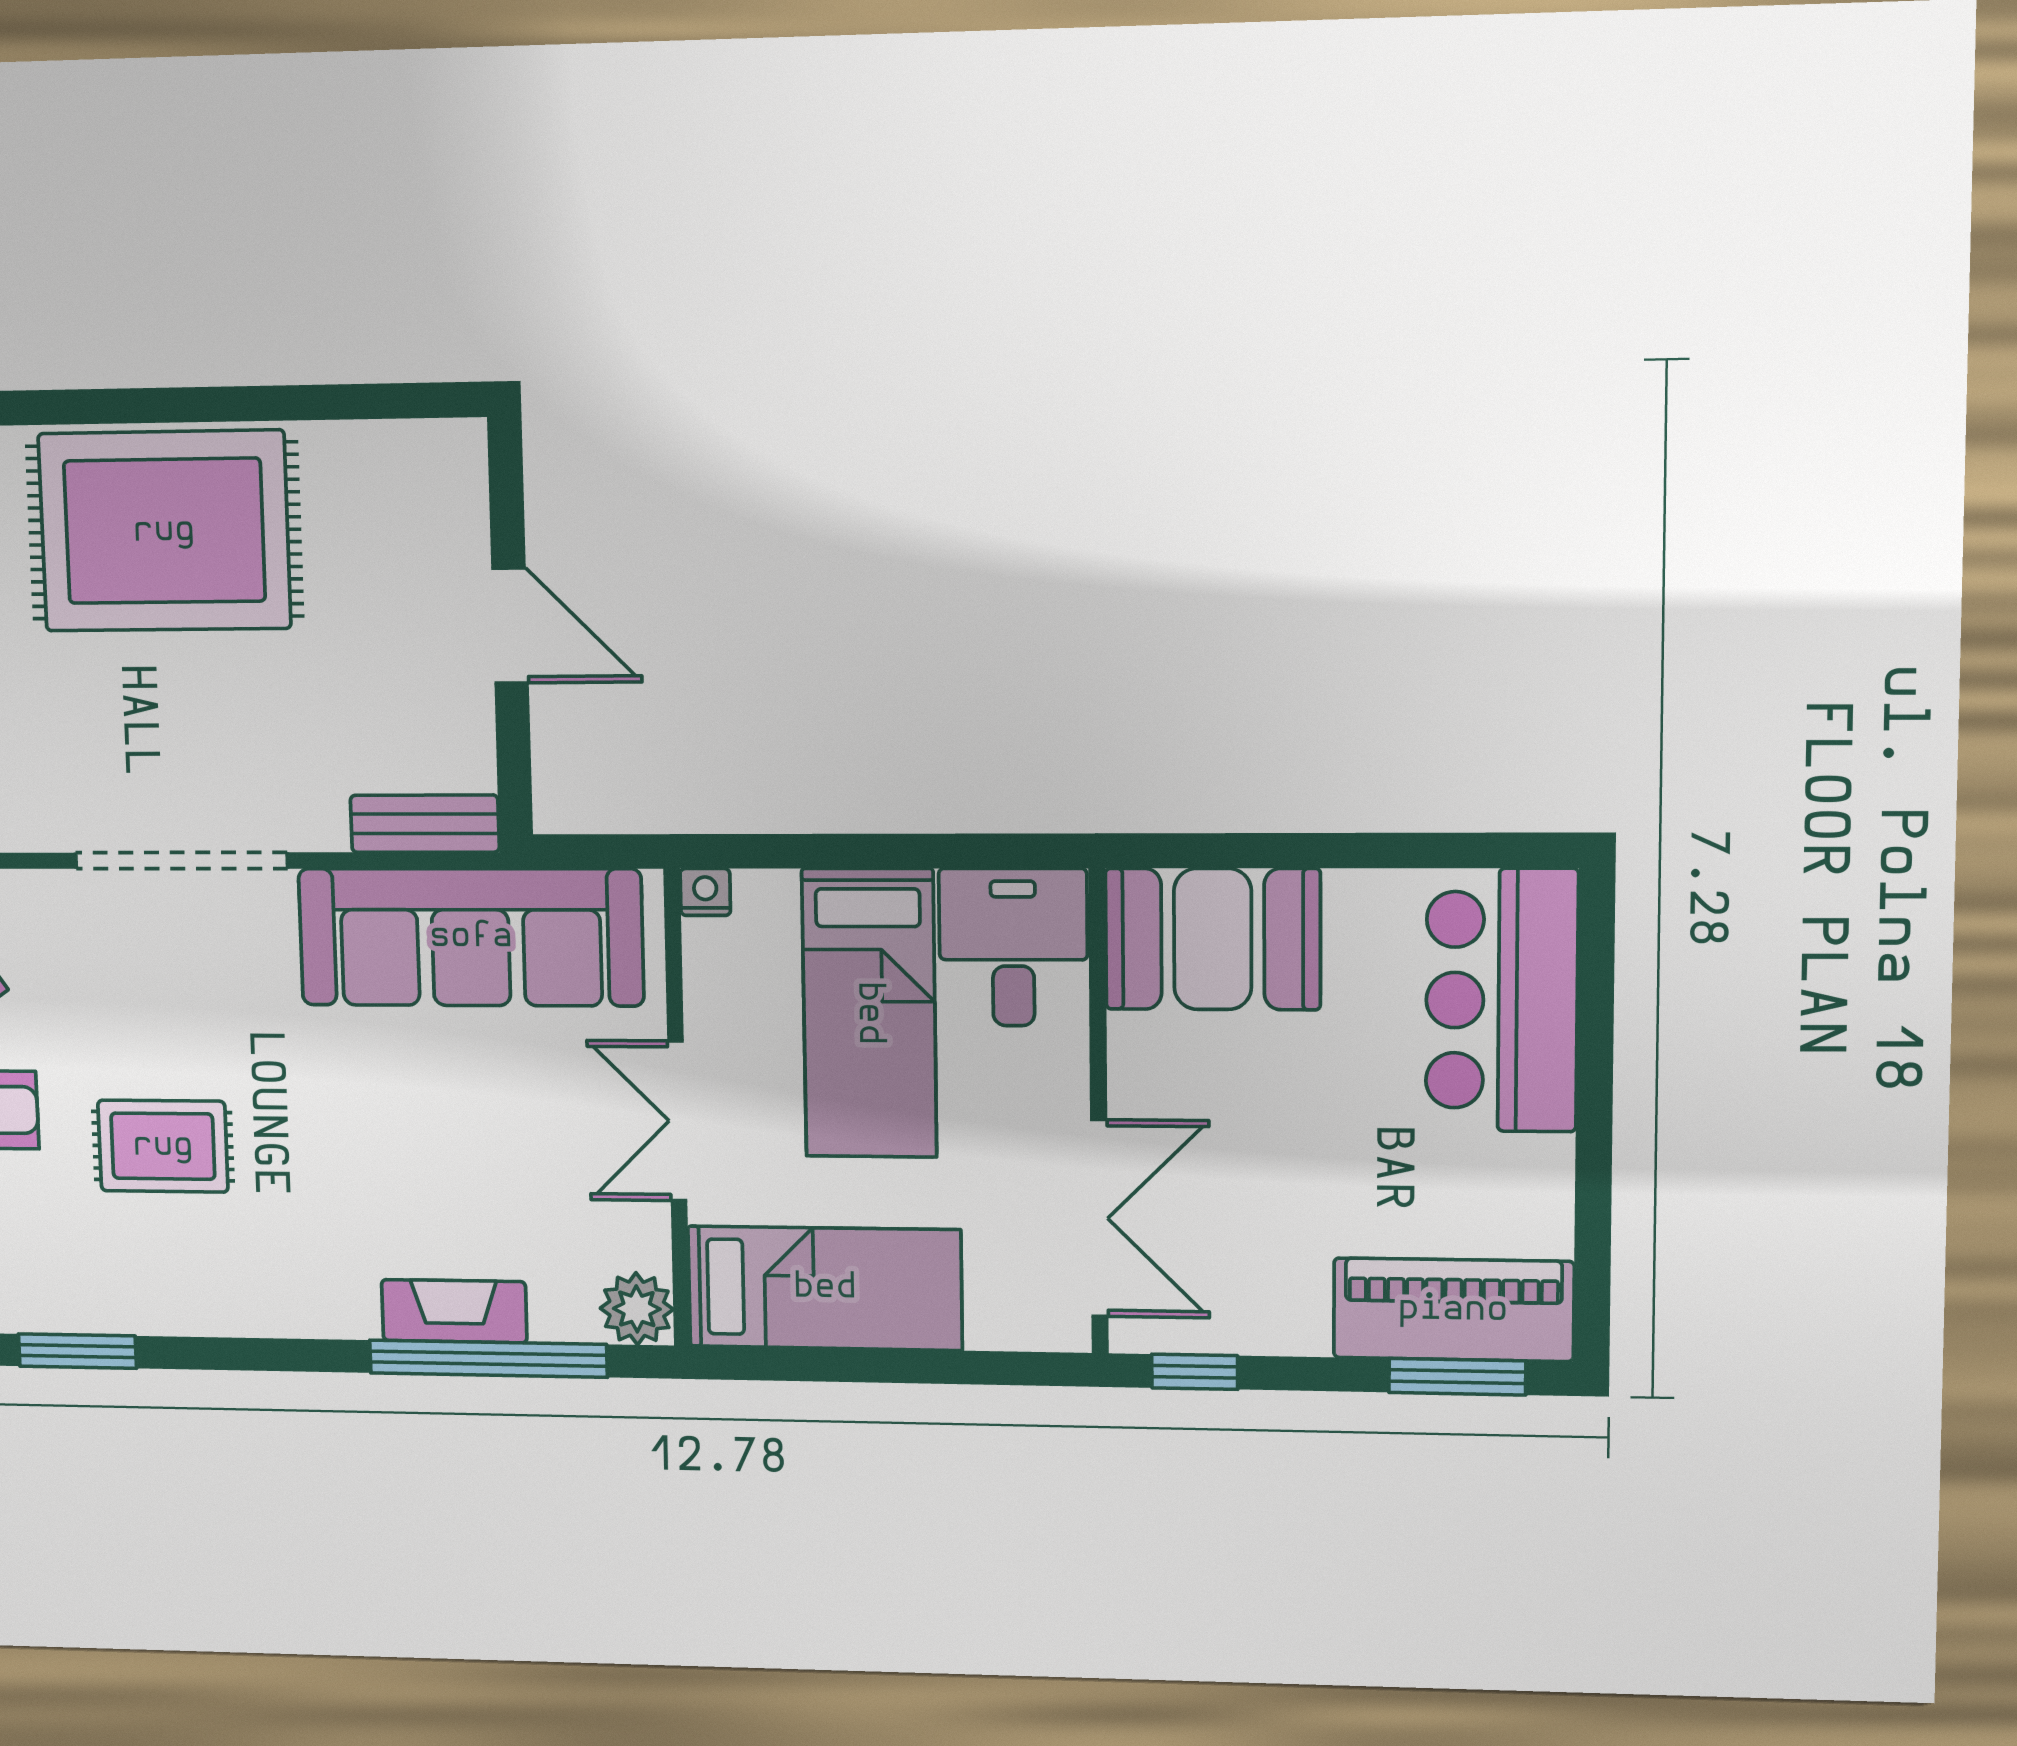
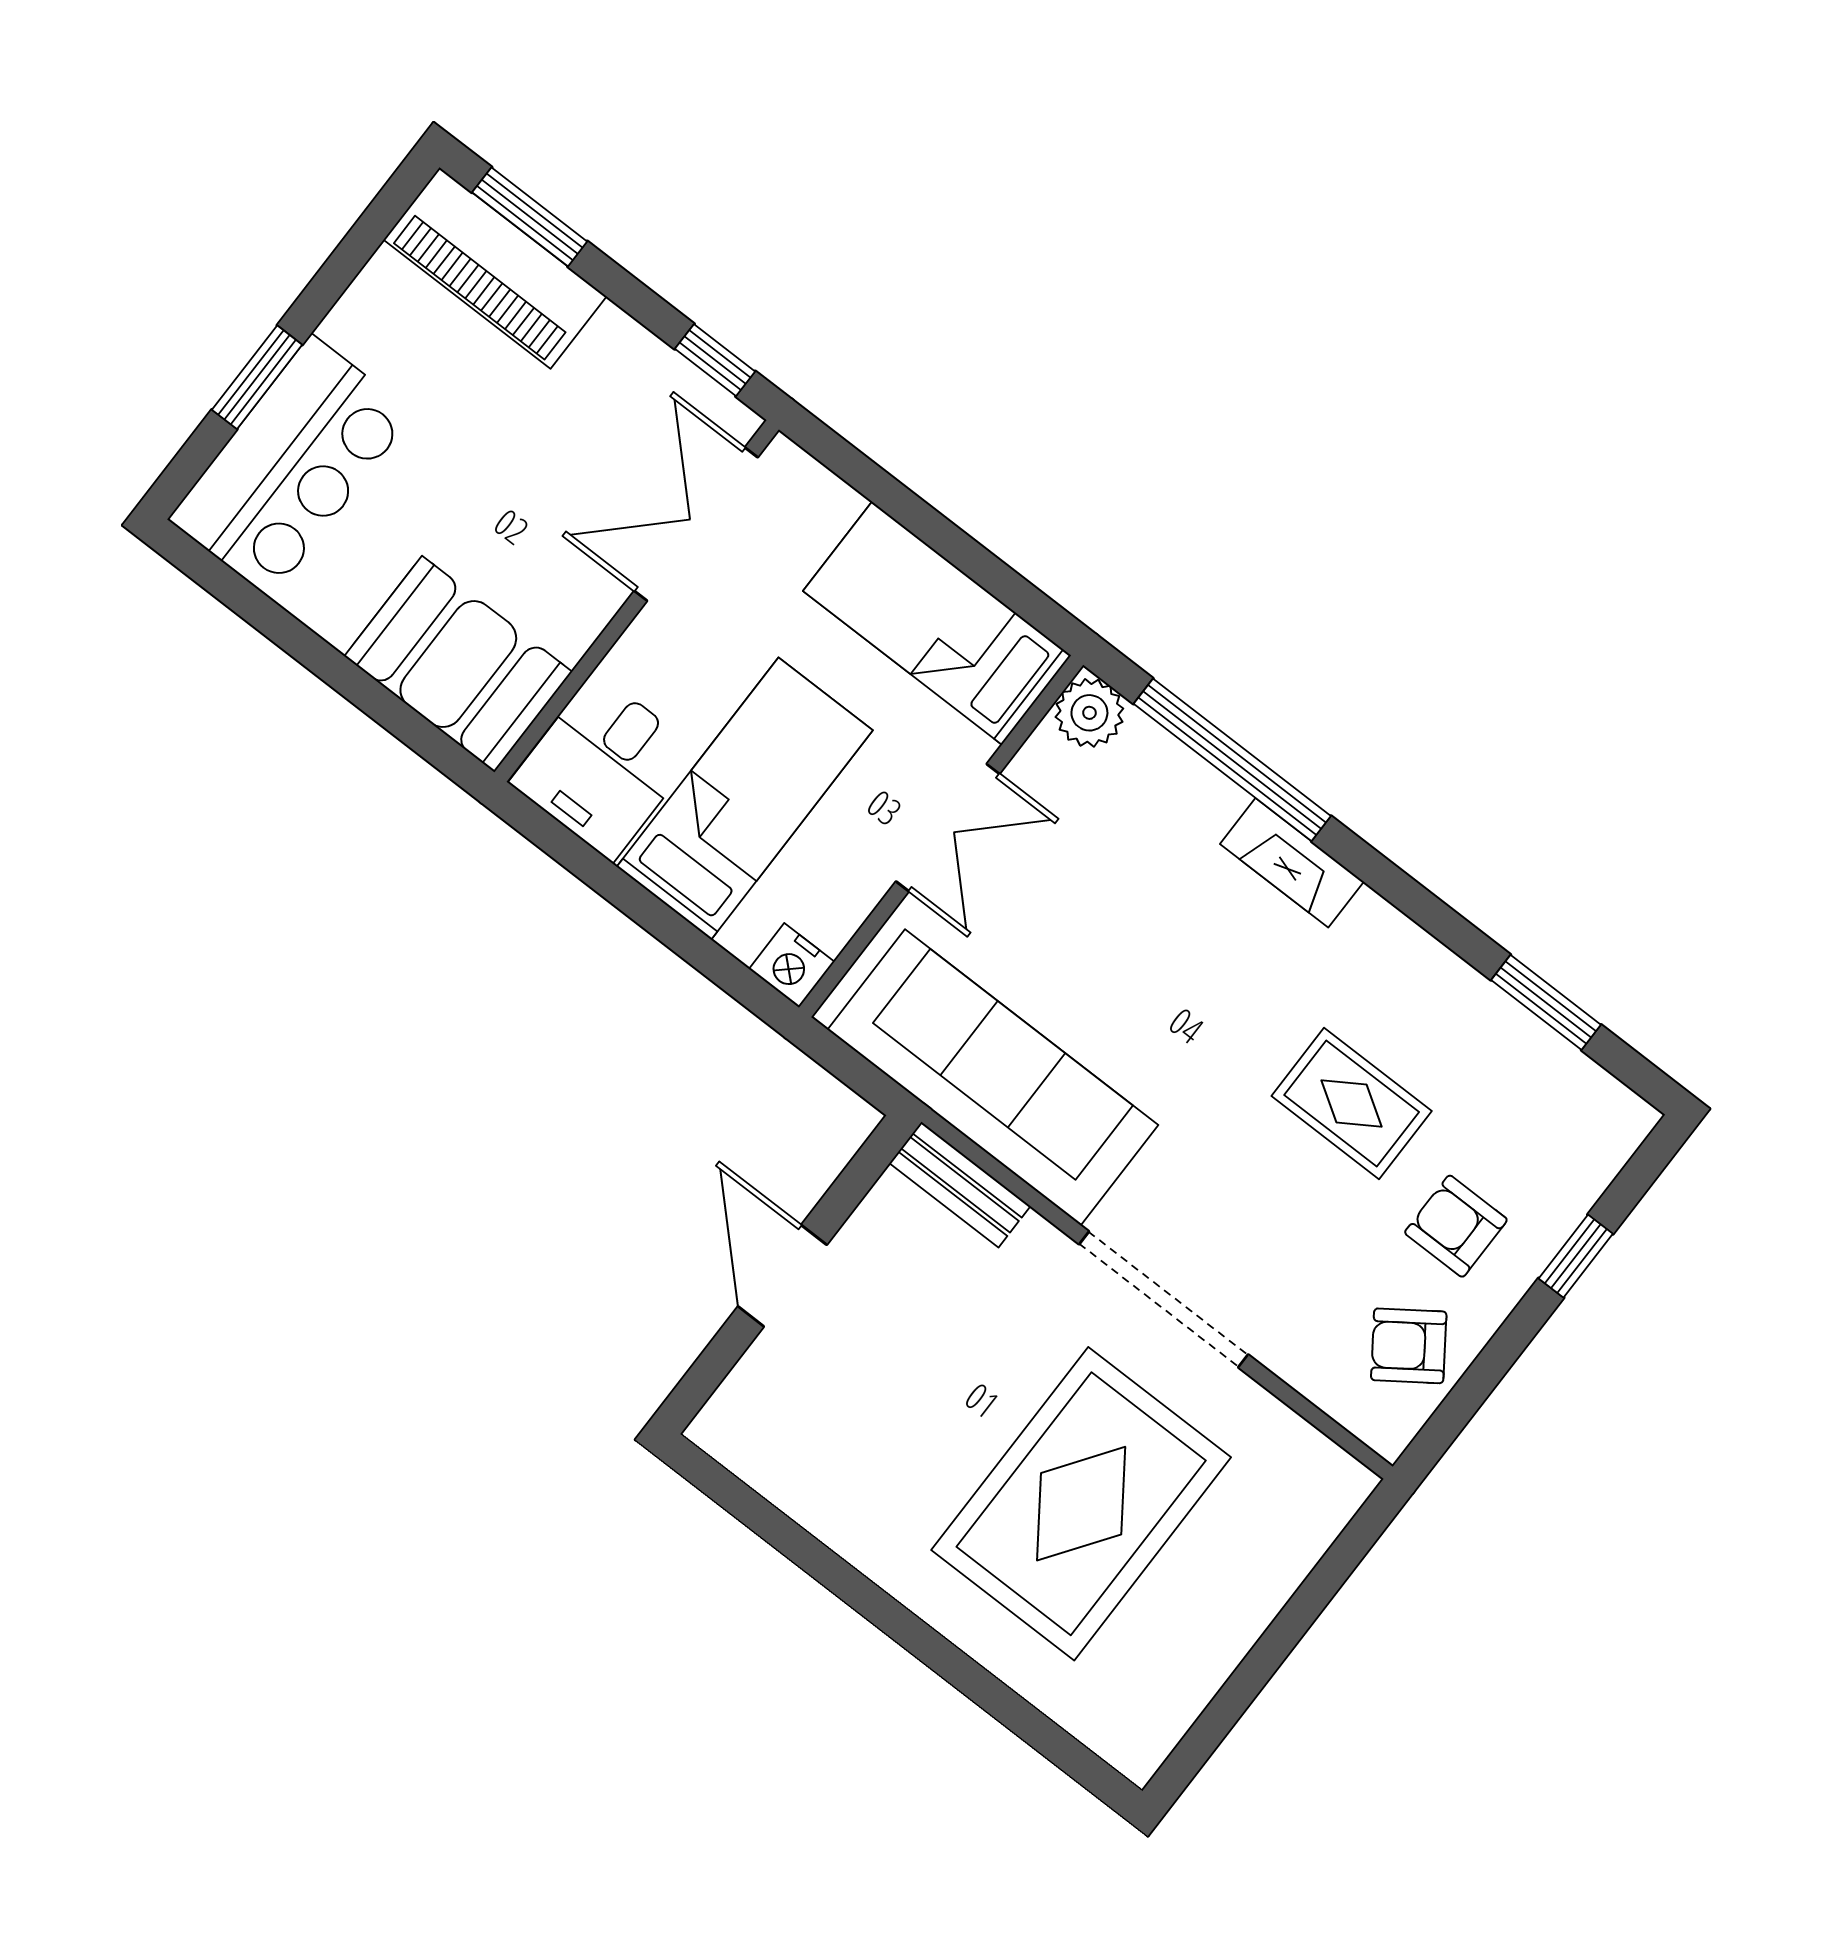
rug: (164, 531) -> (1081, 1504), moved, turned 90
nightstand: (705, 892) -> (792, 965), width x1.39, depth x1.35
window: (1595, 1056) -> (257, 377), added
fireplace: (454, 1311) -> (1292, 863), moved

